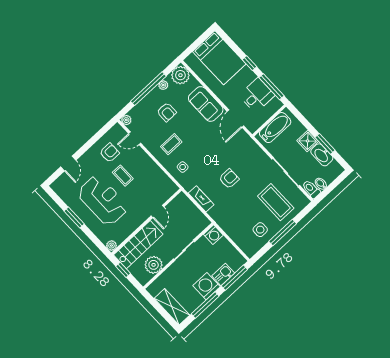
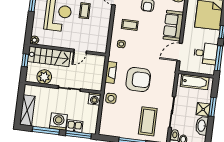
window: (325, 144) -> (212, 107), moved
armchair: (229, 179) -> (138, 79), width x1.88, depth x1.88
side table: (260, 230) -> (111, 98), moved

